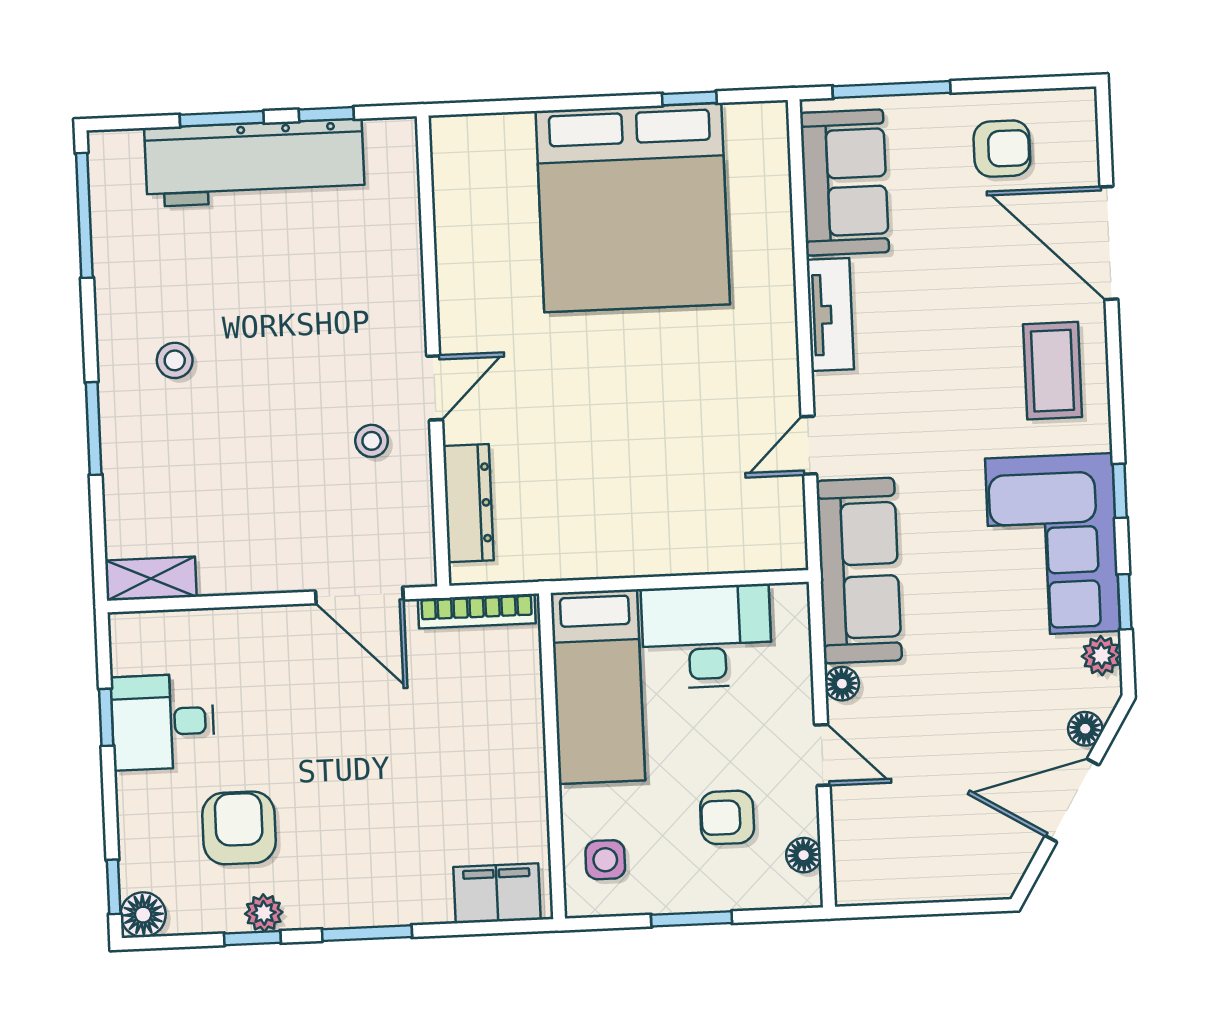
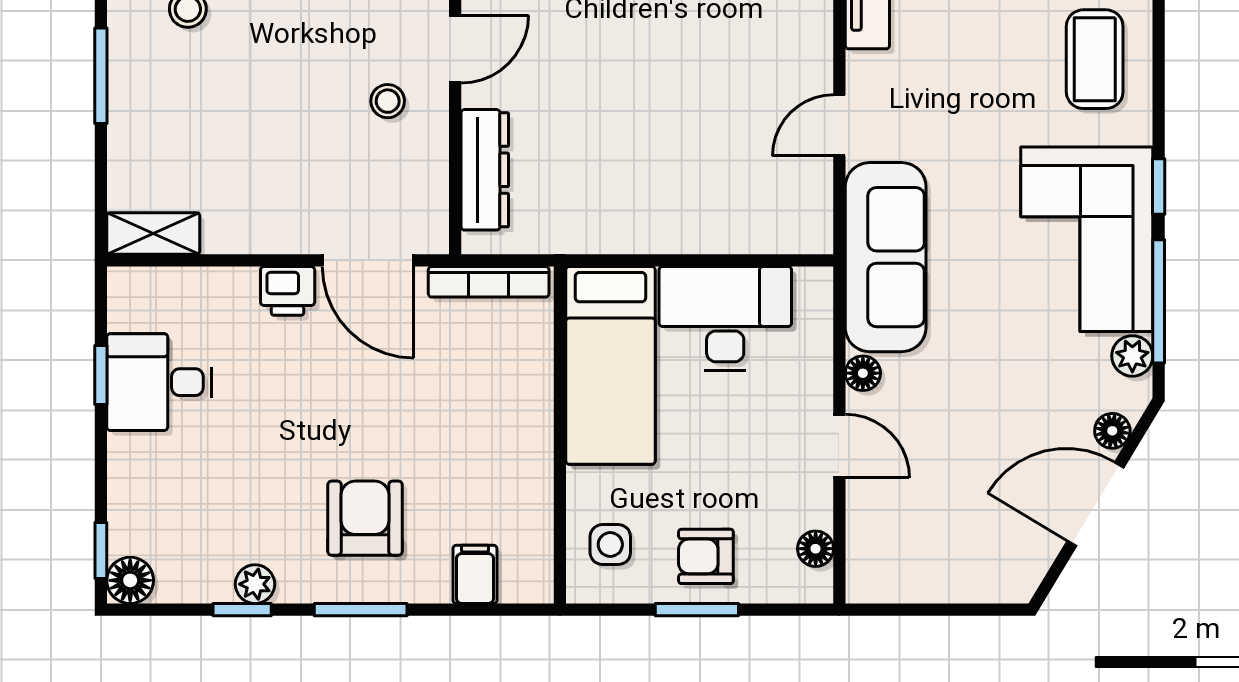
window: (1125, 602) -> (1159, 301), width x2.17
printer: (283, 628) -> (288, 291), added
armchair: (727, 817) -> (706, 556), moved
armchair: (239, 828) -> (365, 518), moved
filing cabinet: (497, 893) -> (475, 574), width x0.50

